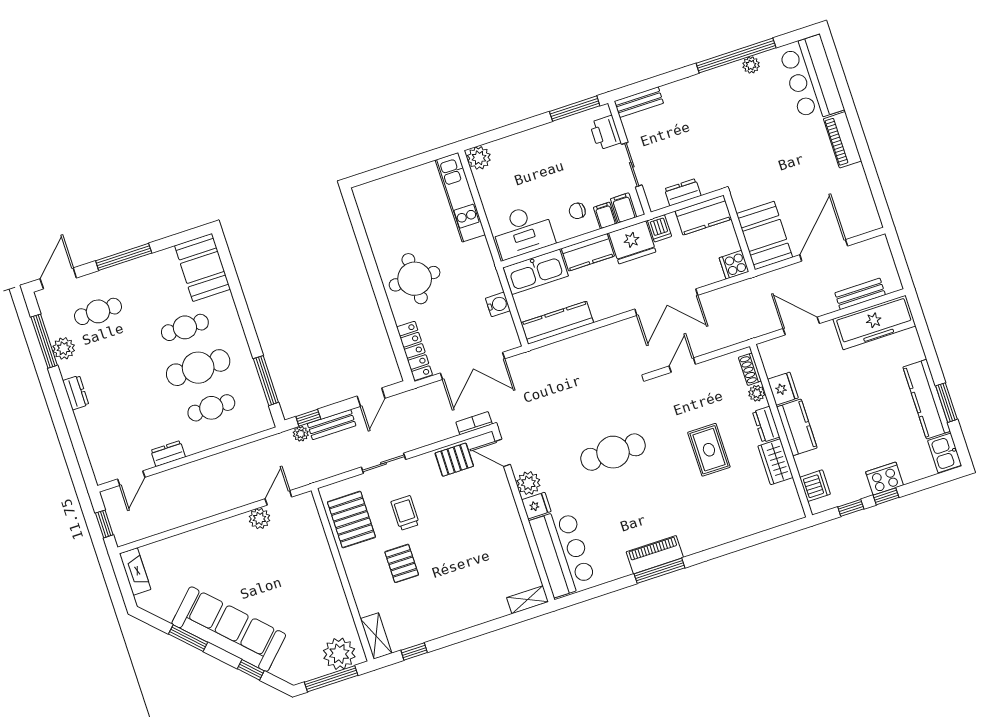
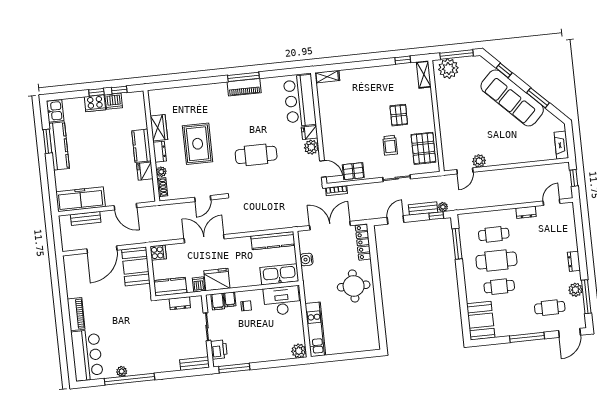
kitchen counter: (588, 252) -> (245, 279), removed
rug: (709, 450) -> (198, 144), width x1.36, depth x1.43
dishwasher: (815, 486) -> (114, 101), moved, turned -90

